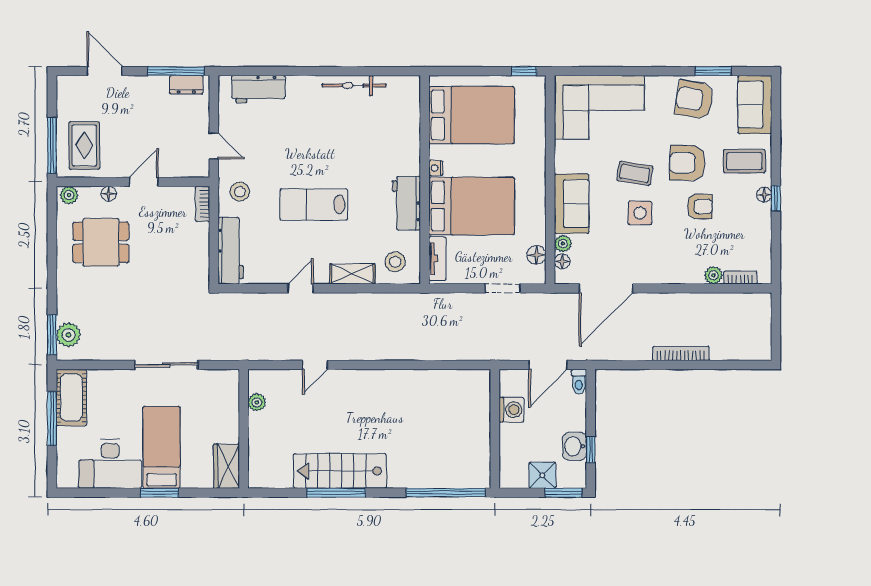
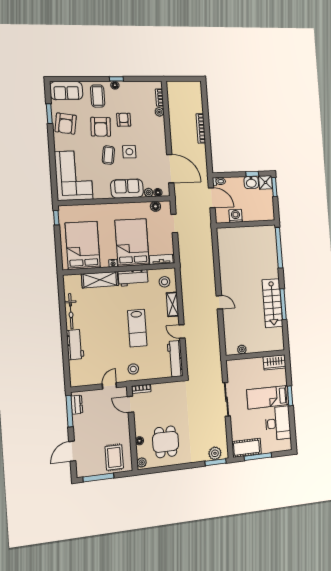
workbench: (258, 89) -> (75, 345), moved
shelving: (407, 142) -> (100, 280), added
window: (52, 145) -> (99, 478), moved
rug: (84, 145) -> (114, 457), turned 90
door: (144, 182) -> (130, 404), moved
workbench: (231, 251) -> (175, 359), moved, turned -90
door: (315, 365) -> (219, 302), moved
shower: (542, 475) -> (266, 182), moved

